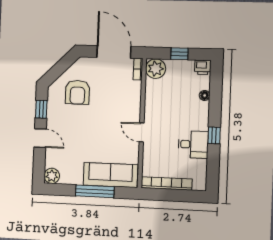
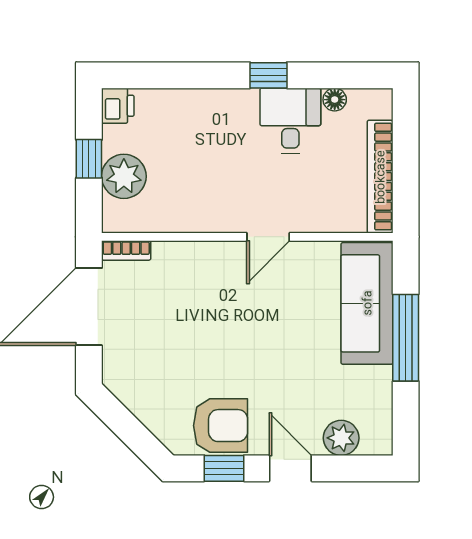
plant: (156, 69) -> (124, 176), moved
armchair: (77, 92) -> (221, 426), moved
floor lamp: (205, 95) -> (335, 100), moved
door: (40, 138) -> (290, 468), hinge flipped
plant: (52, 176) -> (341, 438), moved

